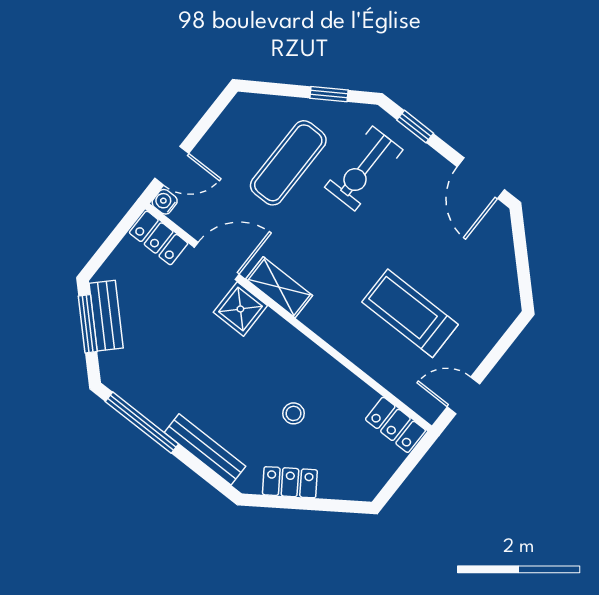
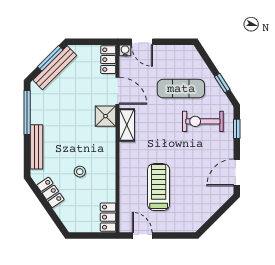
bench: (106, 316) -> (55, 68), width x1.36

